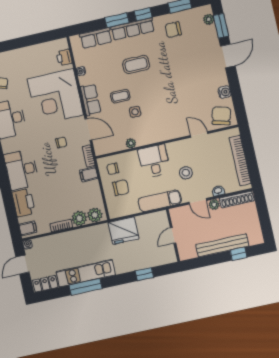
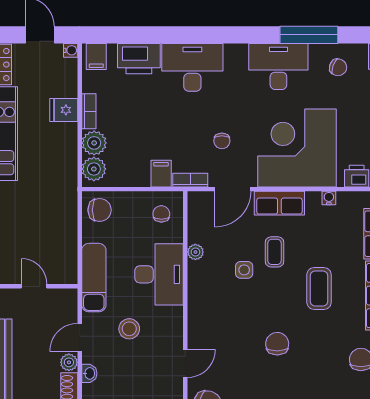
chair: (175, 82) -> (277, 344), added
desk: (154, 161) -> (159, 274), width x1.37
chair: (121, 188) -> (100, 210), moved, turned -90
fridge: (124, 231) -> (64, 110), moved, width x0.53, depth x0.75

